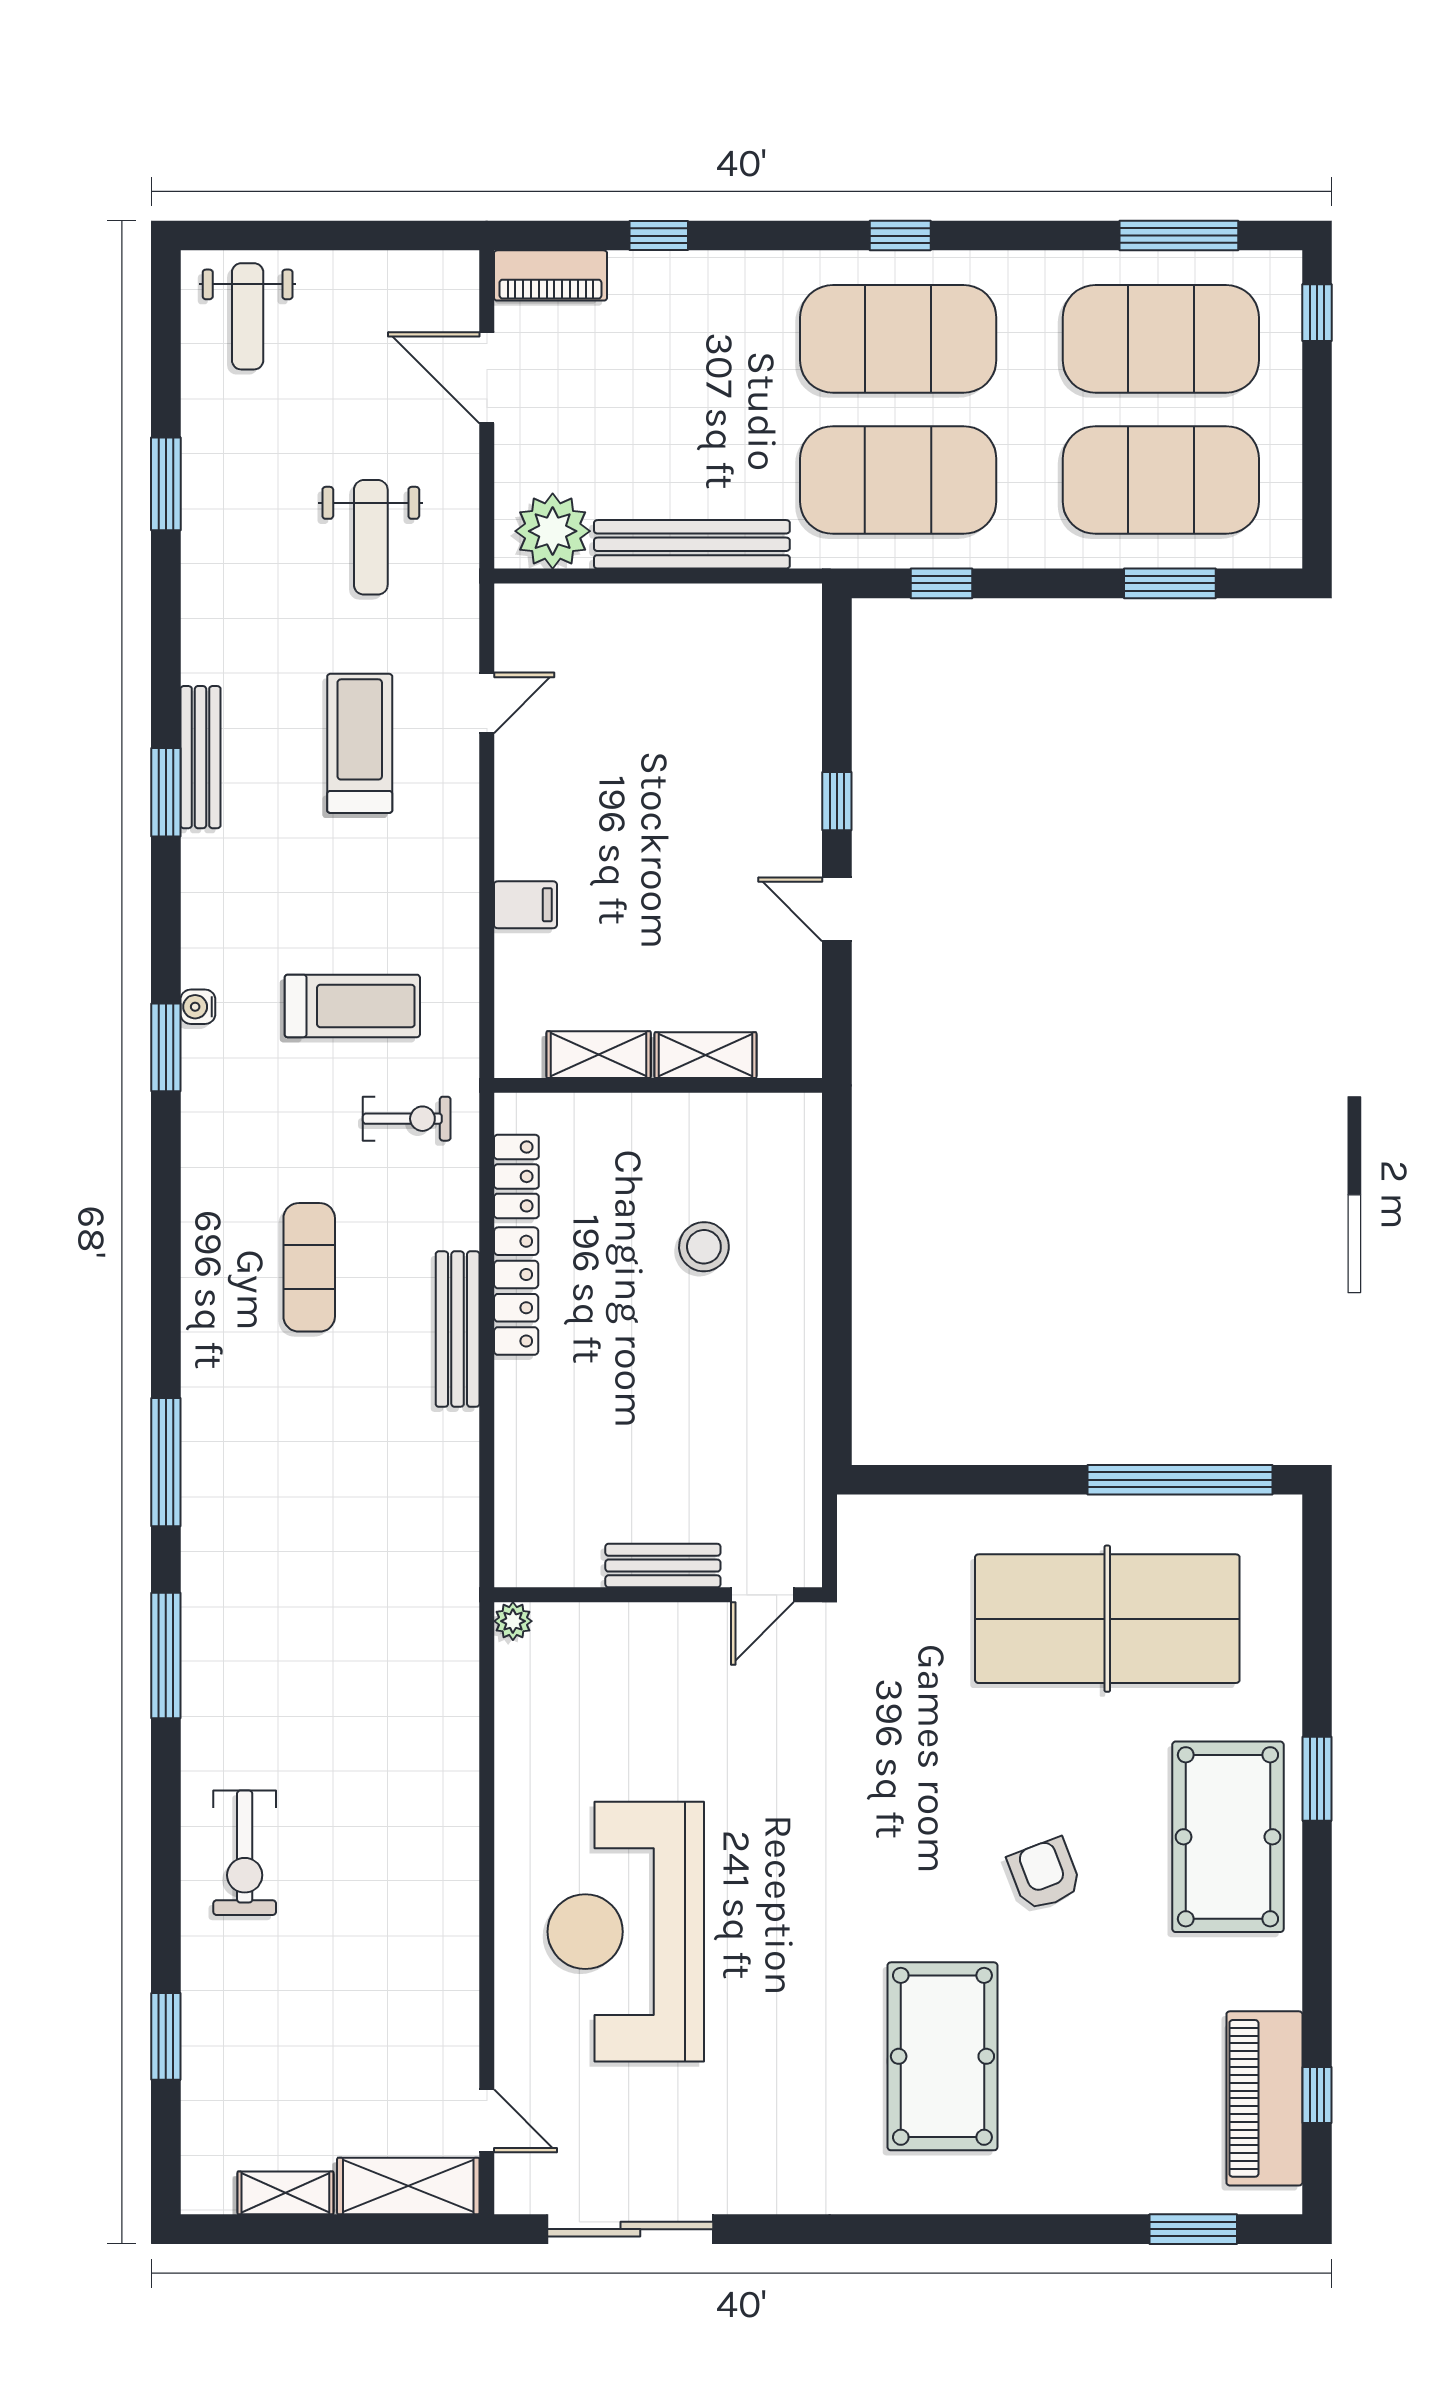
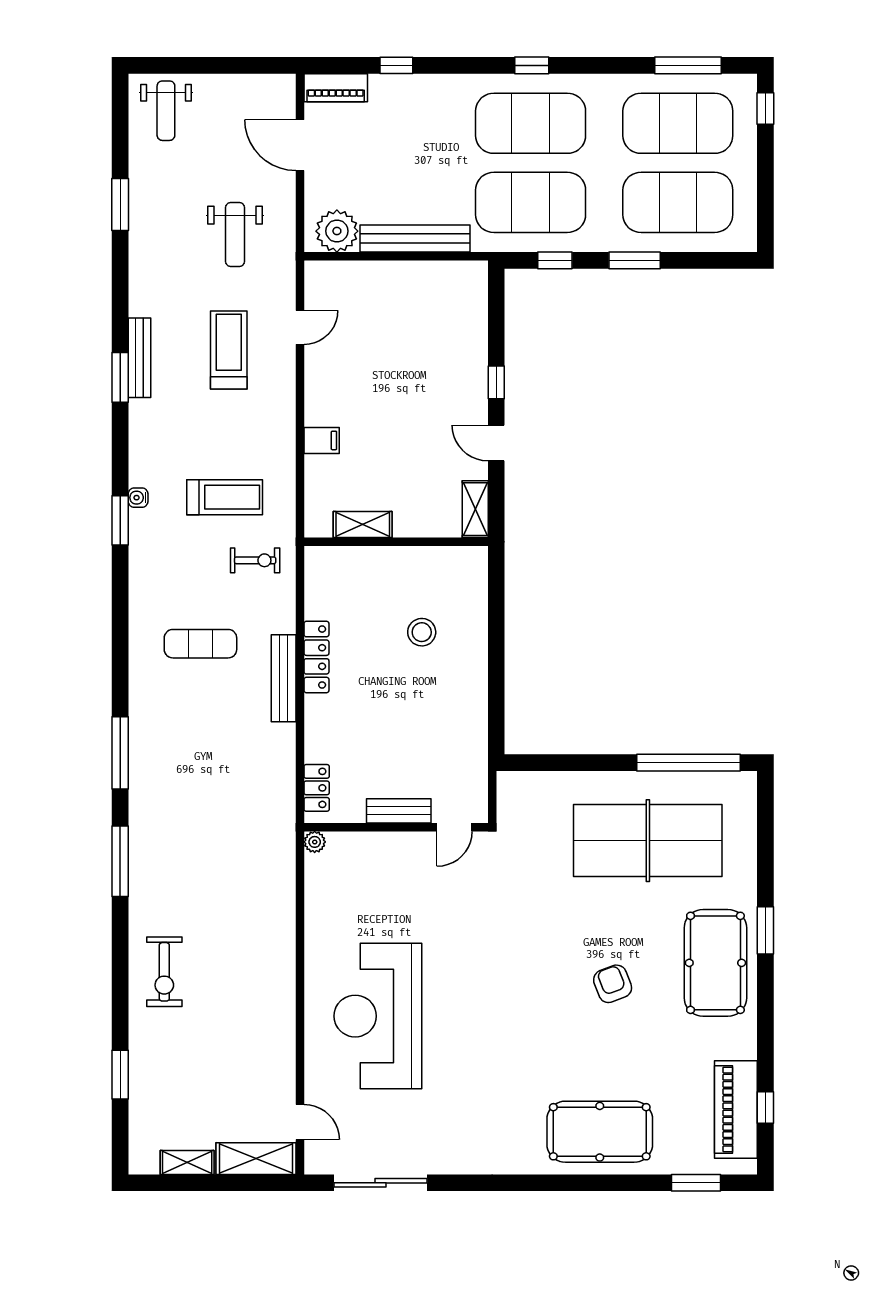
window: (1170, 583) -> (635, 260), moved
shelving: (705, 1055) -> (475, 509), moved, turned 90
locker: (516, 1176) -> (317, 788), moved
exercise mat: (309, 1267) -> (200, 644), turned 90
pool table: (942, 2056) -> (600, 1132), moved, turned 90

